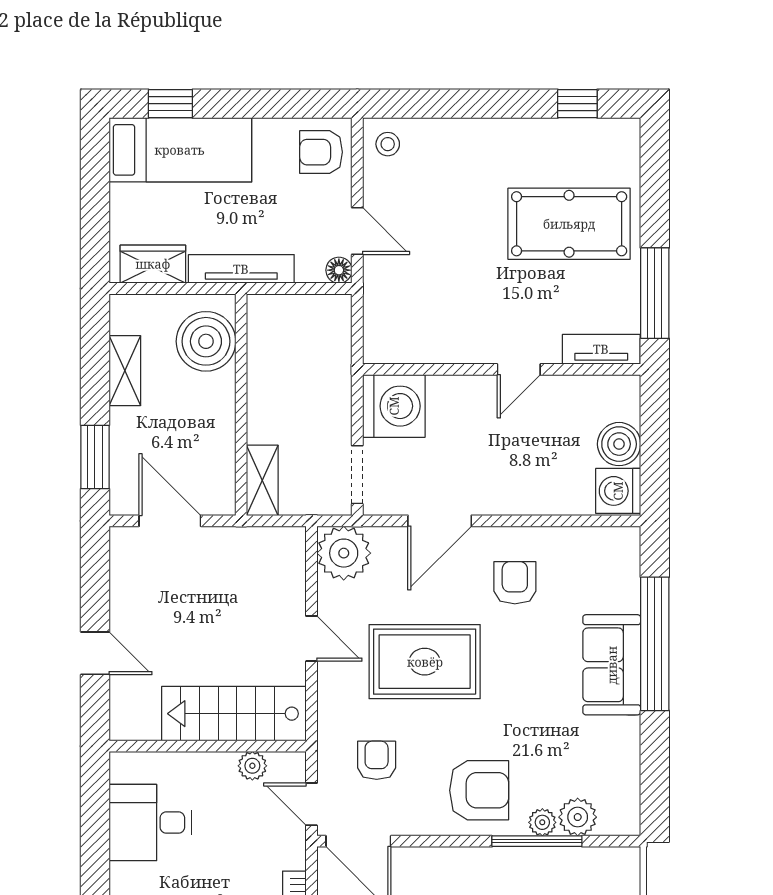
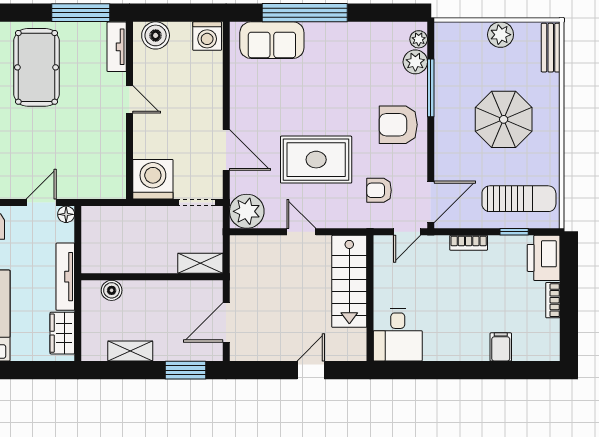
boiler: (206, 341) -> (112, 290), width x0.54, depth x0.54
boiler: (619, 444) -> (156, 35), moved
armchair: (515, 583) -> (266, 102), removed
door: (311, 639) -> (301, 232), hinge flipped
rug: (425, 662) -> (316, 160), turned 90
sofa: (612, 665) -> (272, 40), moved
plant: (252, 766) -> (383, 270), removed
armchair: (479, 790) -> (398, 125), turned -90
plant: (542, 822) -> (419, 39), moved
desk: (150, 823) -> (398, 335), moved

